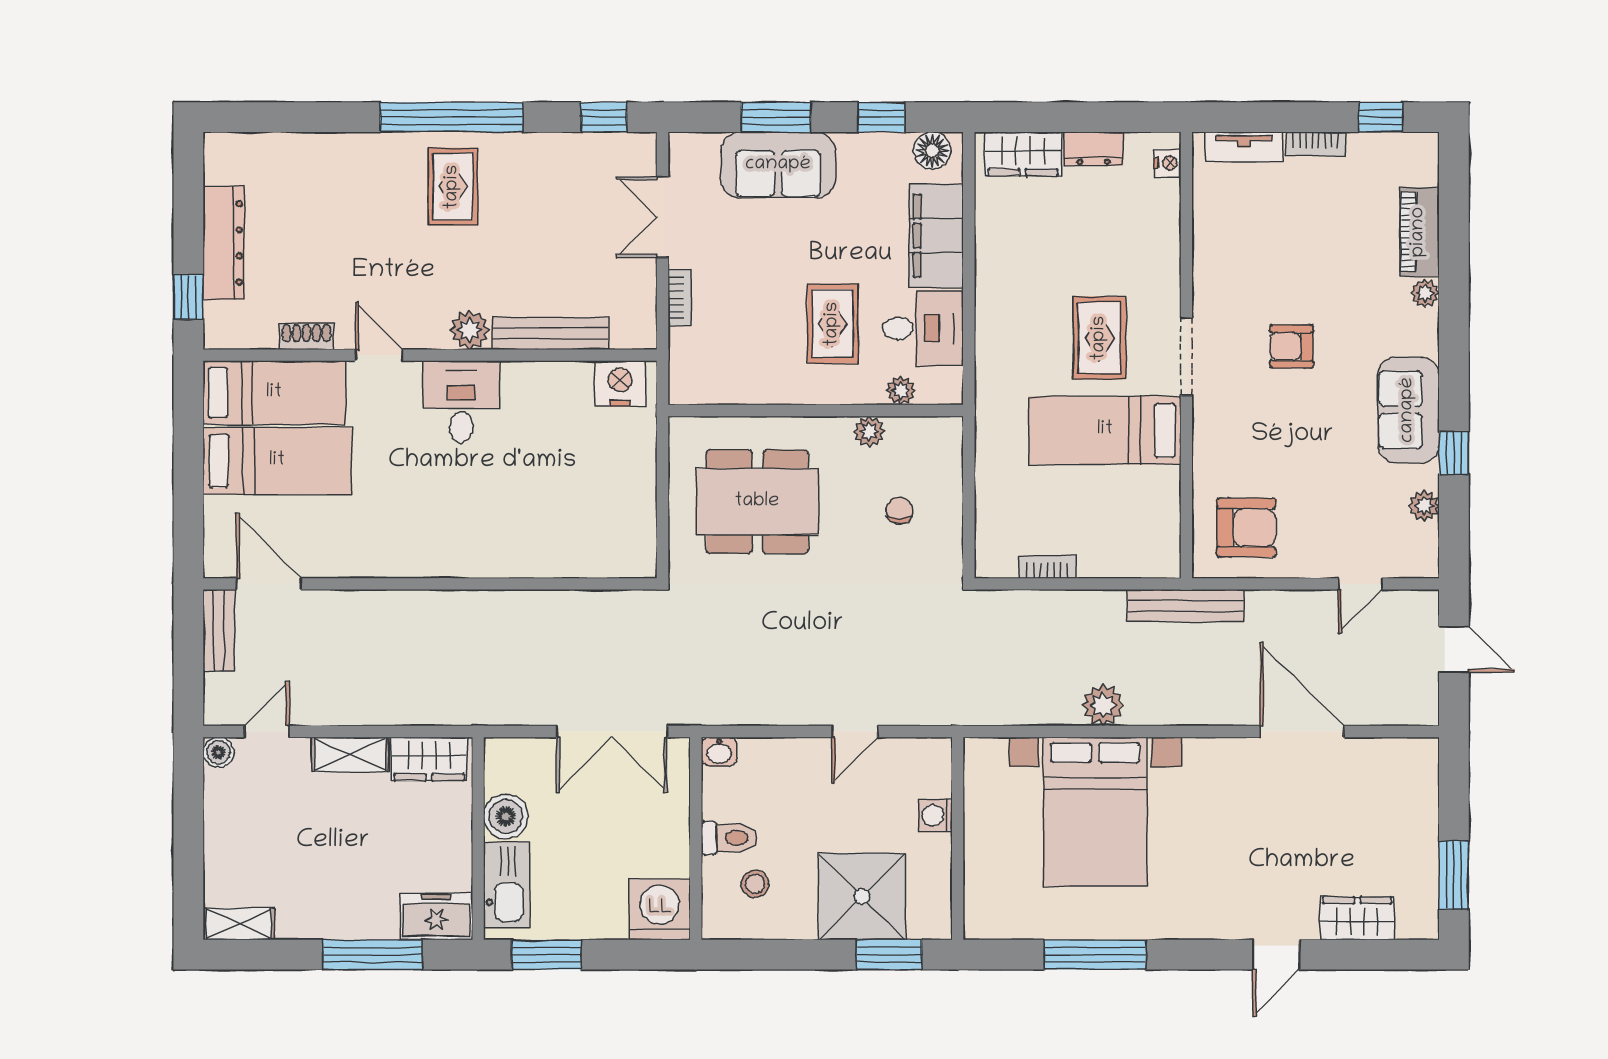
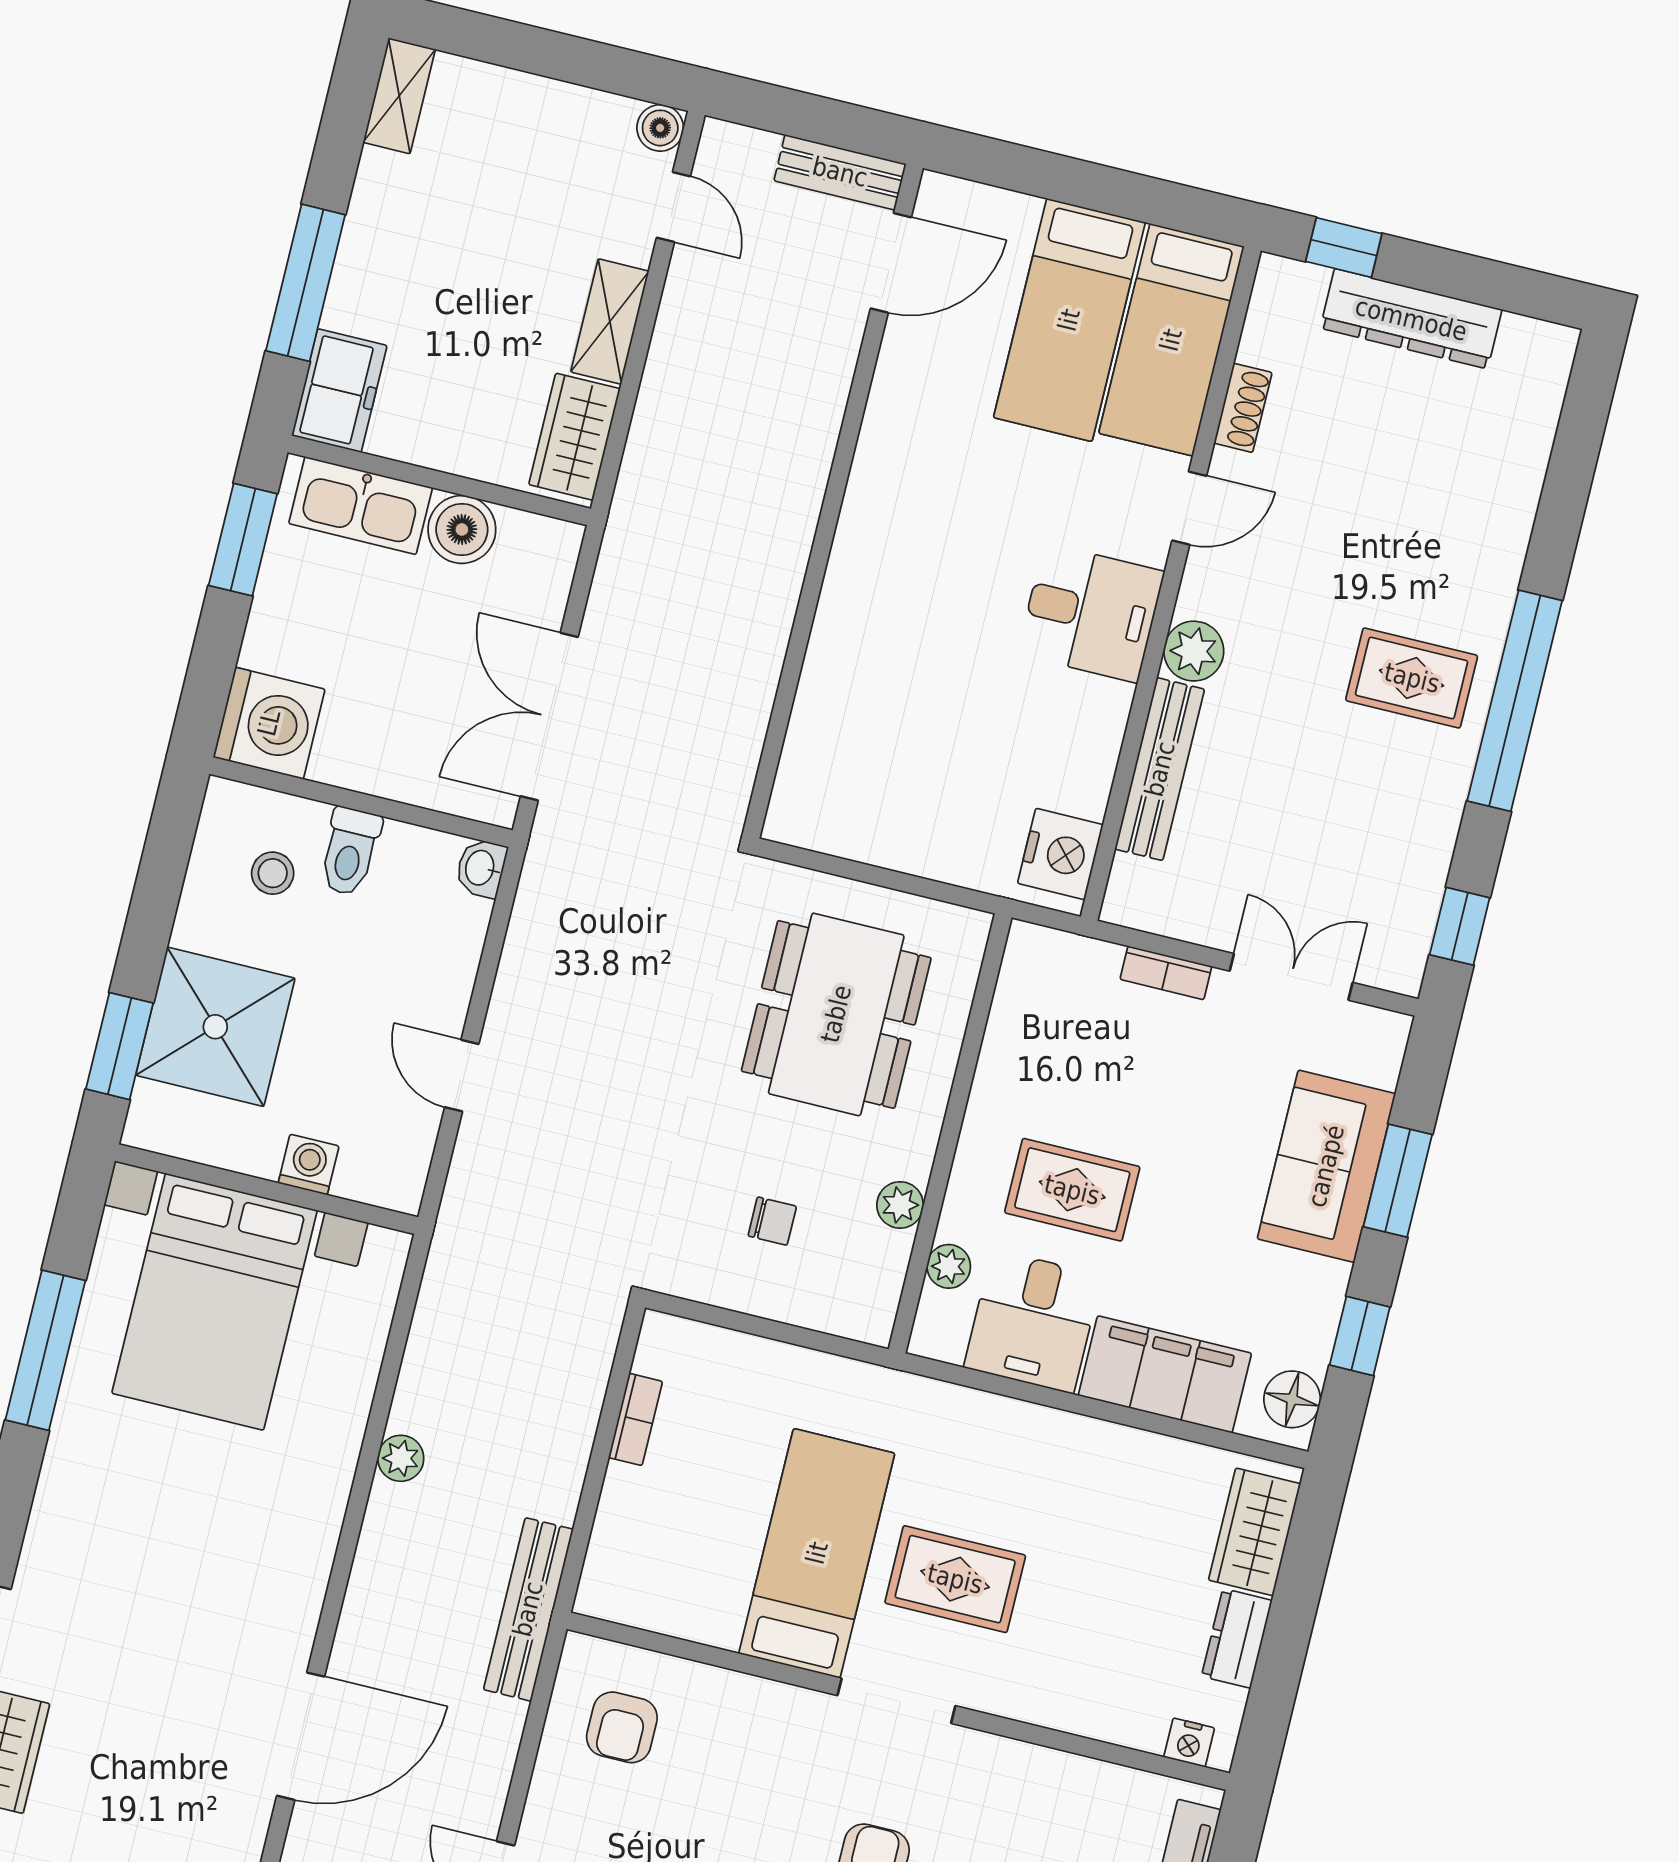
armchair: (1246, 528) -> (622, 1727), width x0.72, depth x0.72
plant: (1103, 705) -> (401, 1458), width x0.73, depth x0.73
bed with nightstands: (1095, 812) -> (215, 1302), moved, turned -90

